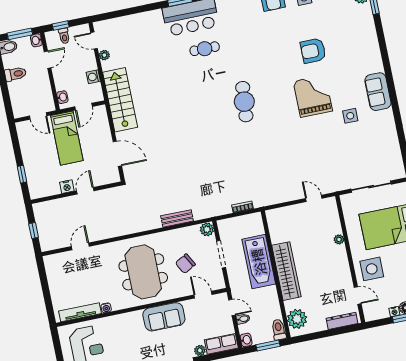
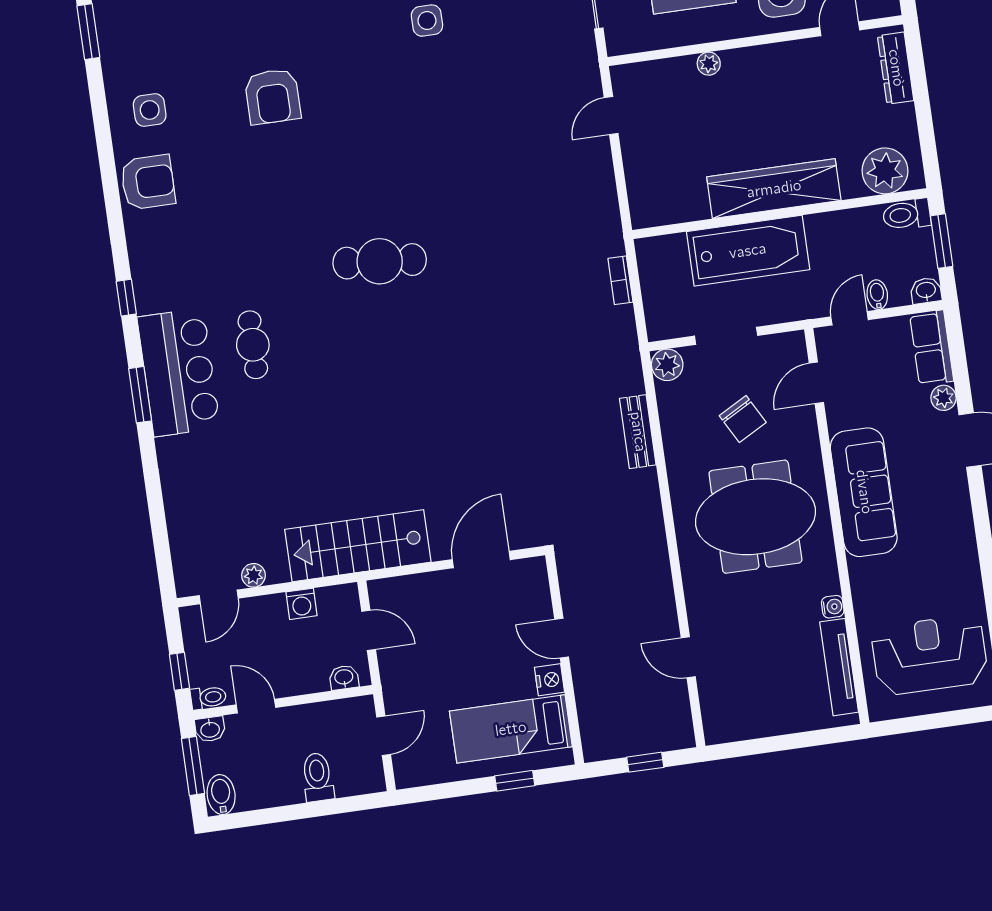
toilet: (64, 36) -> (208, 698), moved
toilet: (15, 74) -> (318, 777), moved
grand piano: (313, 96) -> (377, 103), removed
bed: (67, 138) -> (511, 729), moved, turned 180
sofa: (164, 317) -> (864, 492), width x1.36

